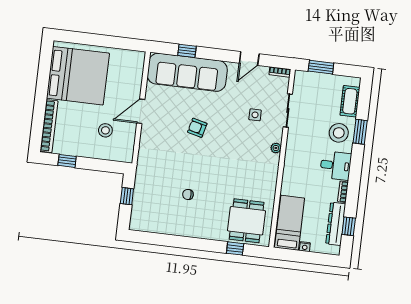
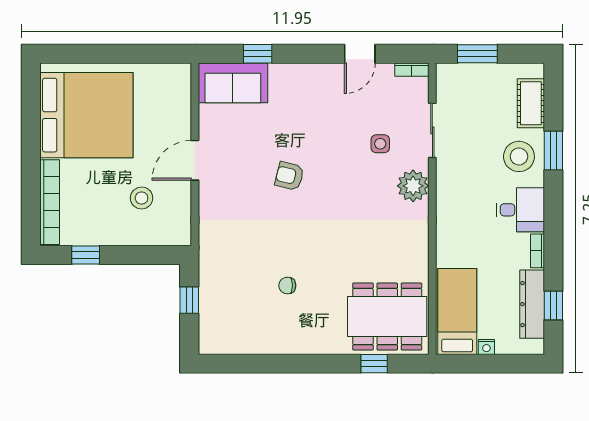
sofa: (187, 72) -> (233, 83), width x0.54, depth x0.79
plant: (276, 148) -> (413, 186), width x1.87, depth x1.87
dining table: (247, 221) -> (387, 317), width x1.38

